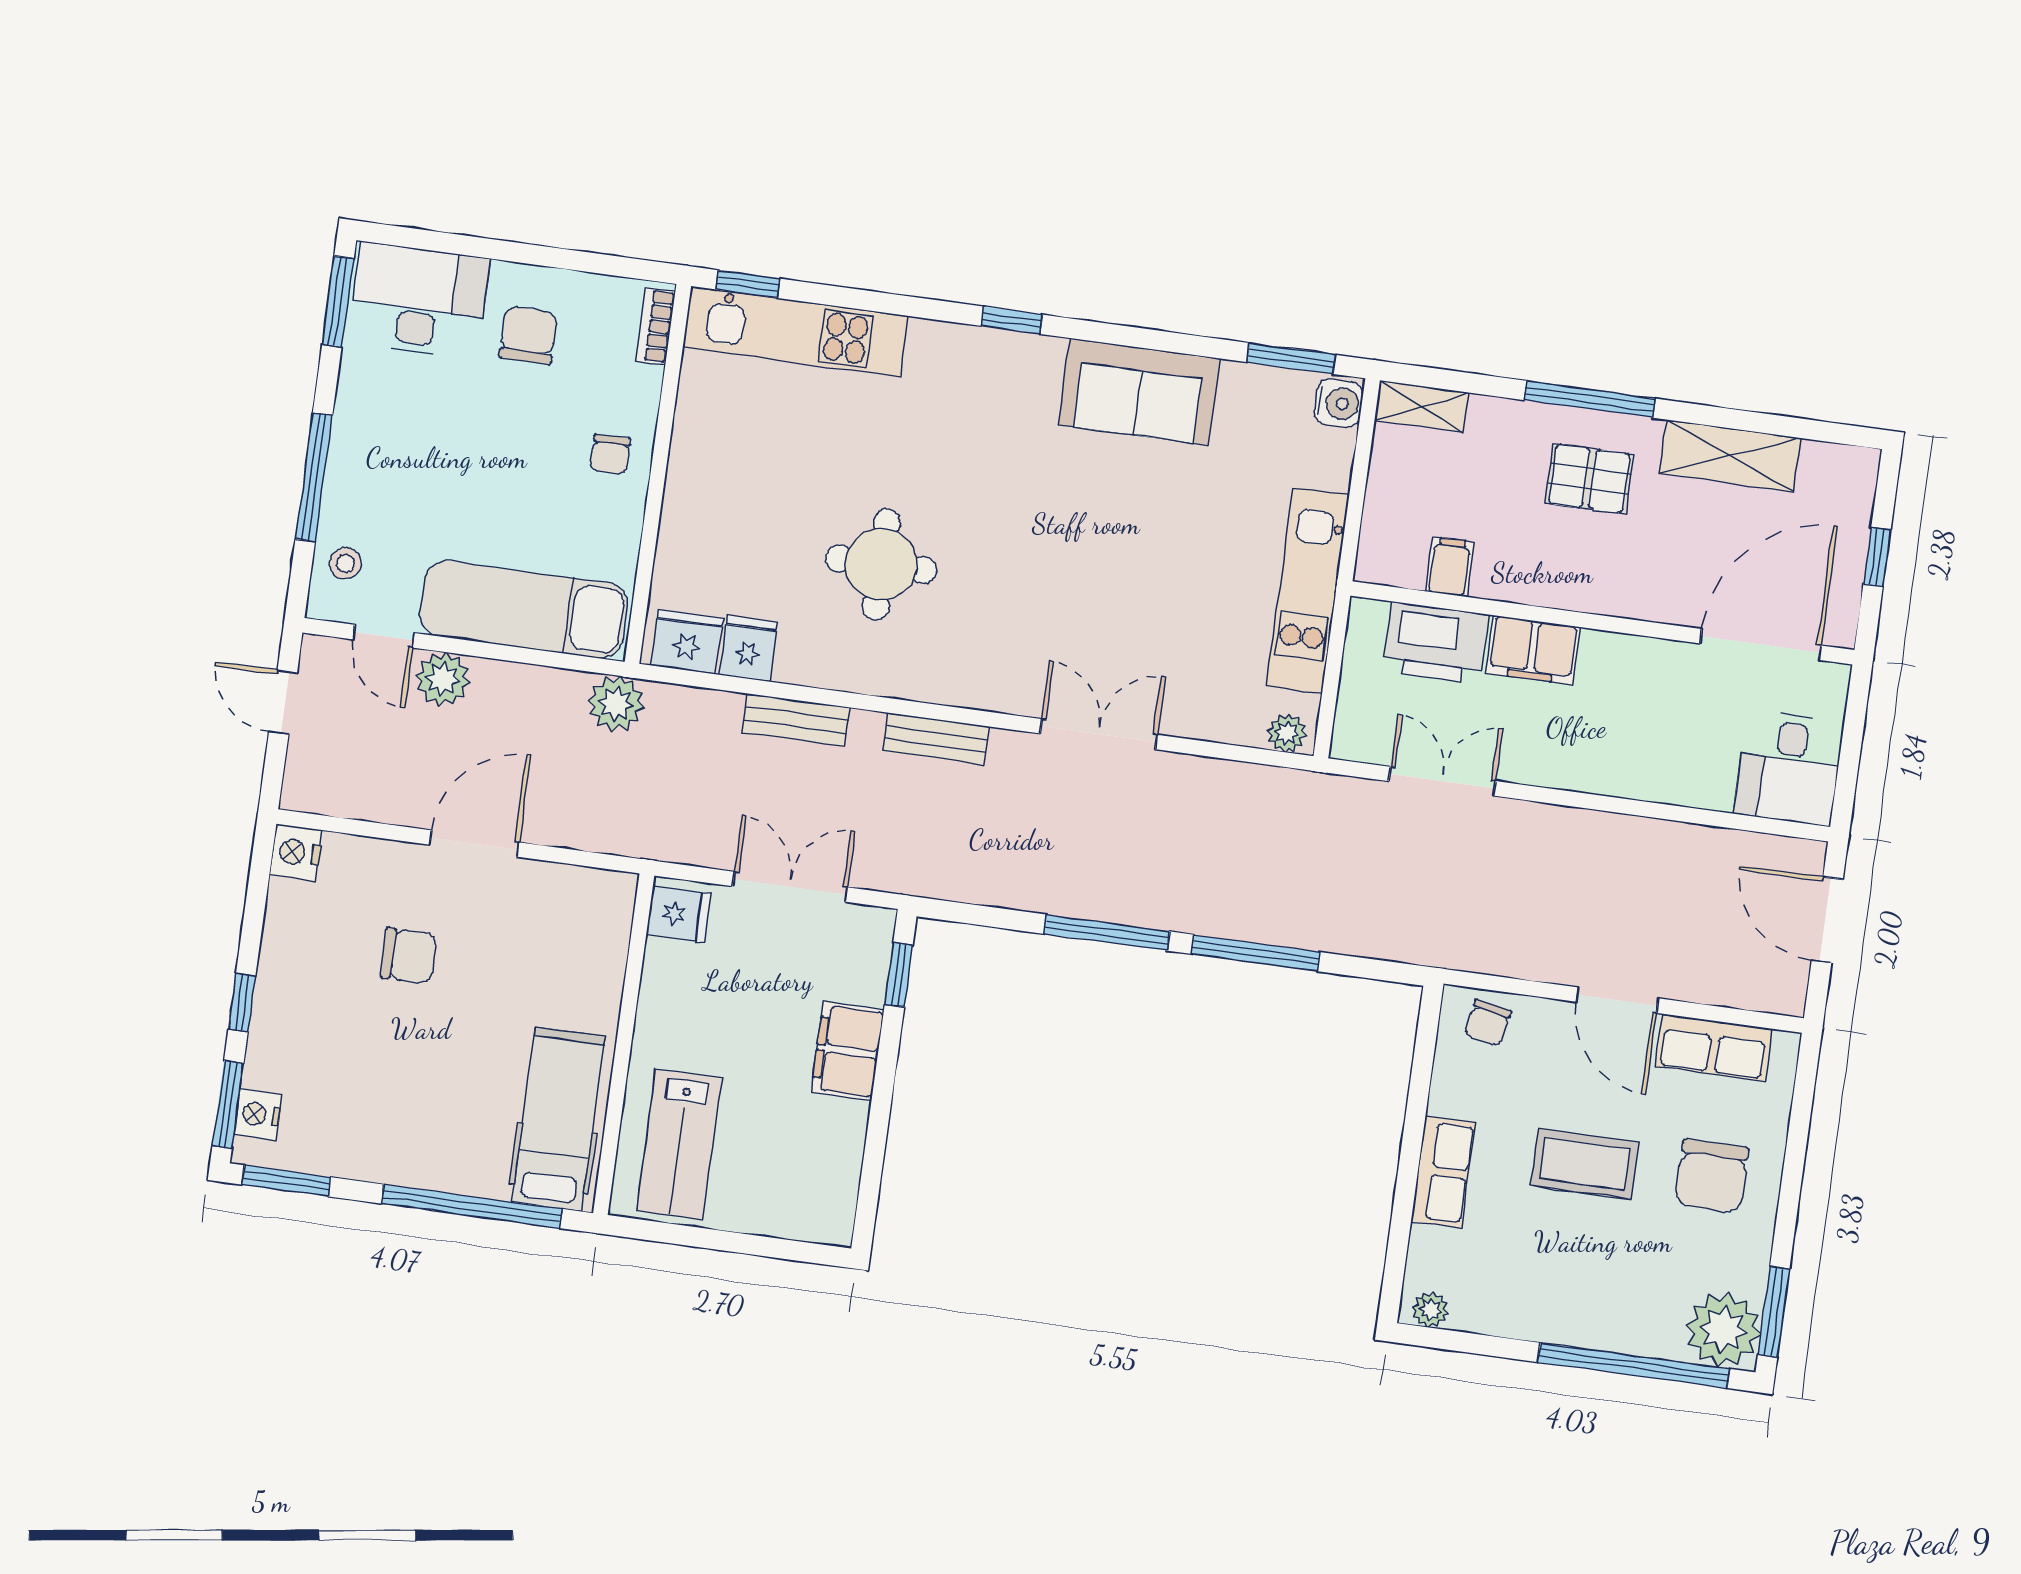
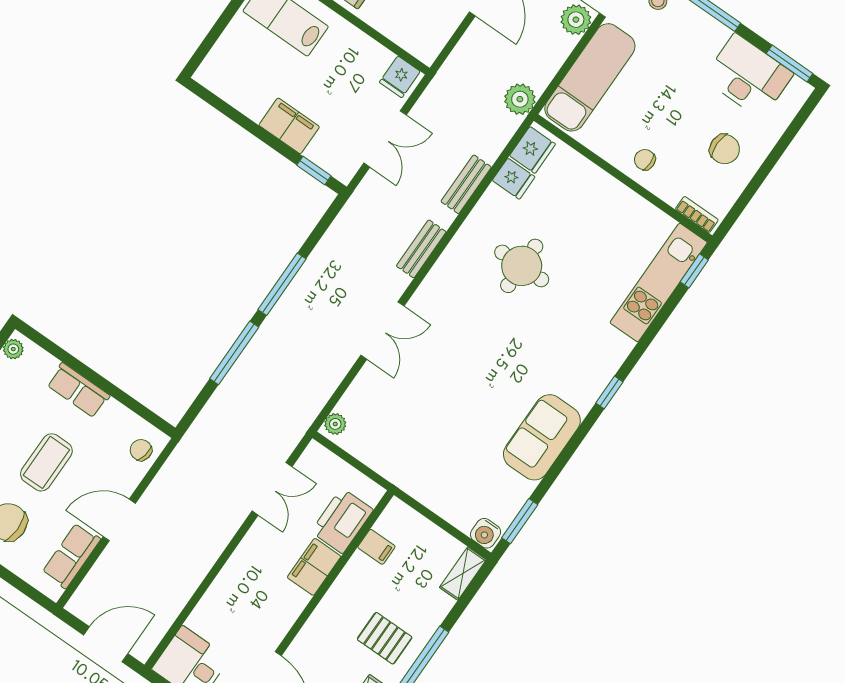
desk: (419, 301) -> (748, 76), moved, turned -90
pallet: (1589, 479) -> (385, 638), turned 90
kitchen unit: (1308, 591) -> (400, 471), removed

